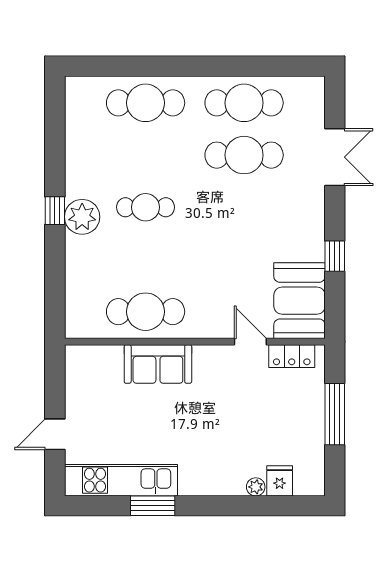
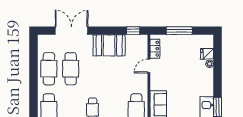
double door: (335, 157) -> (72, 31), width x1.37
window: (335, 256) -> (133, 31), moved
booth: (299, 301) -> (109, 45), moved

